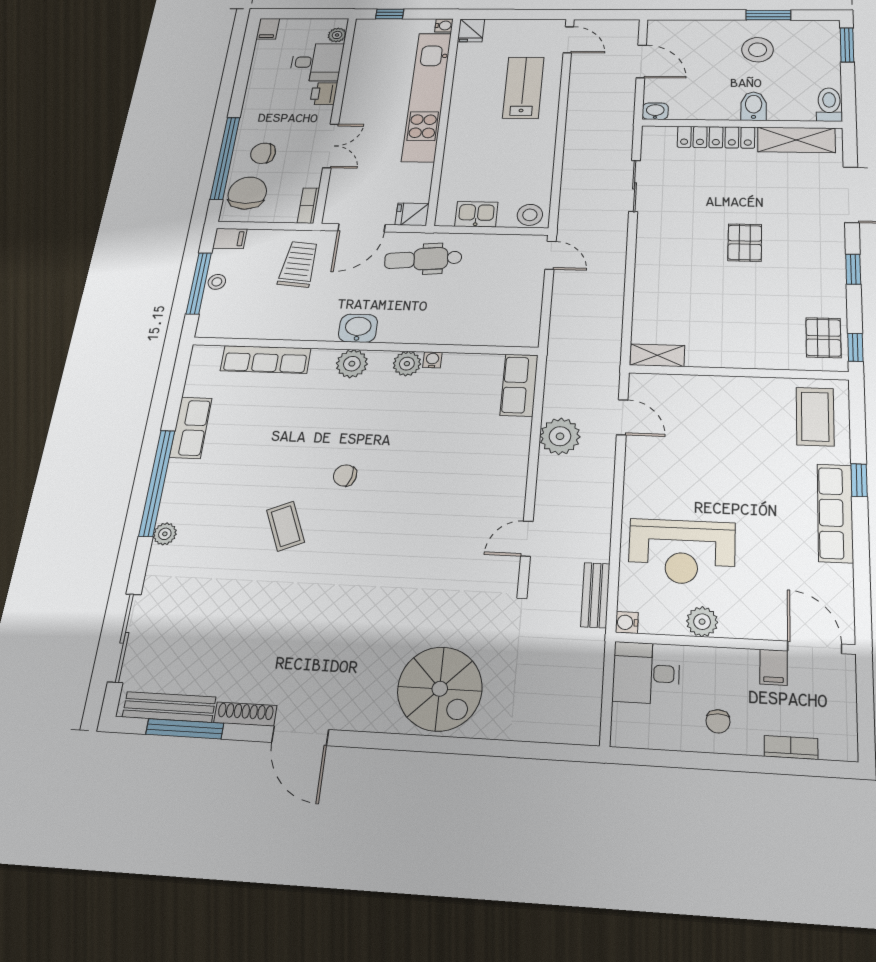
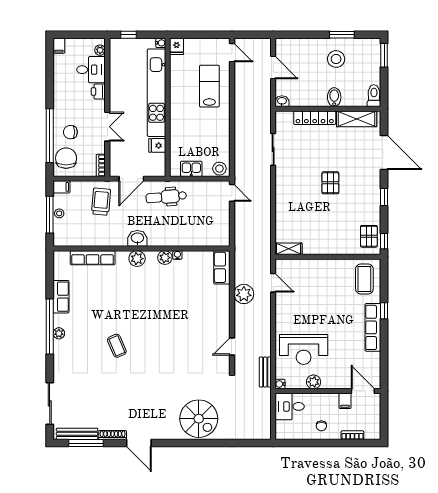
fridge: (412, 214) -> (157, 145), moved
chair: (345, 475) -> (142, 319), removed
plant: (165, 534) -> (59, 333), moved

